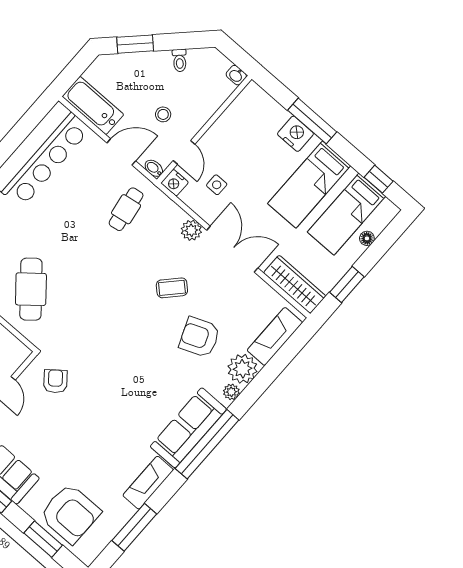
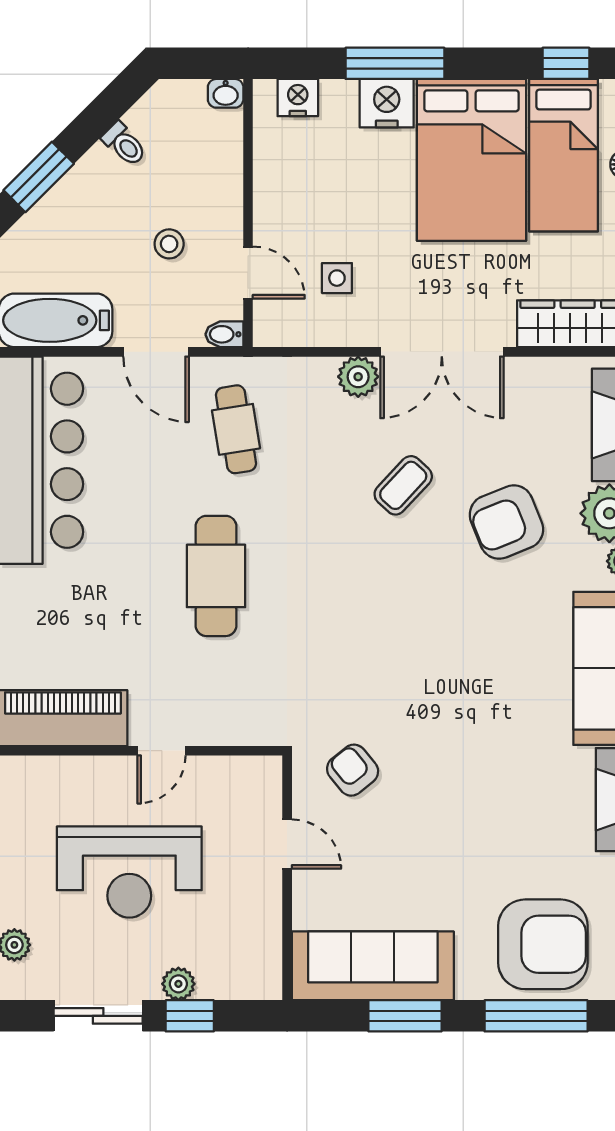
door: (121, 152) -> (156, 352), swing flipped
nightstand: (175, 183) -> (298, 98), moved, turned 180
bed: (309, 185) -> (471, 160), width x1.50
double door: (232, 249) -> (442, 352), swing flipped
cafe table: (31, 289) -> (216, 576), moved, turned 40
window: (43, 539) -> (536, 1016), width x1.44

